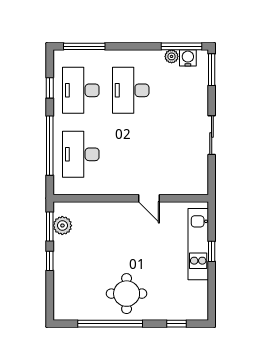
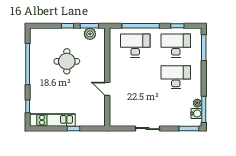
door: (149, 198) -> (107, 89), hinge flipped
kitchen unit: (198, 244) -> (52, 120), moved
round table: (127, 294) -> (67, 61), moved

